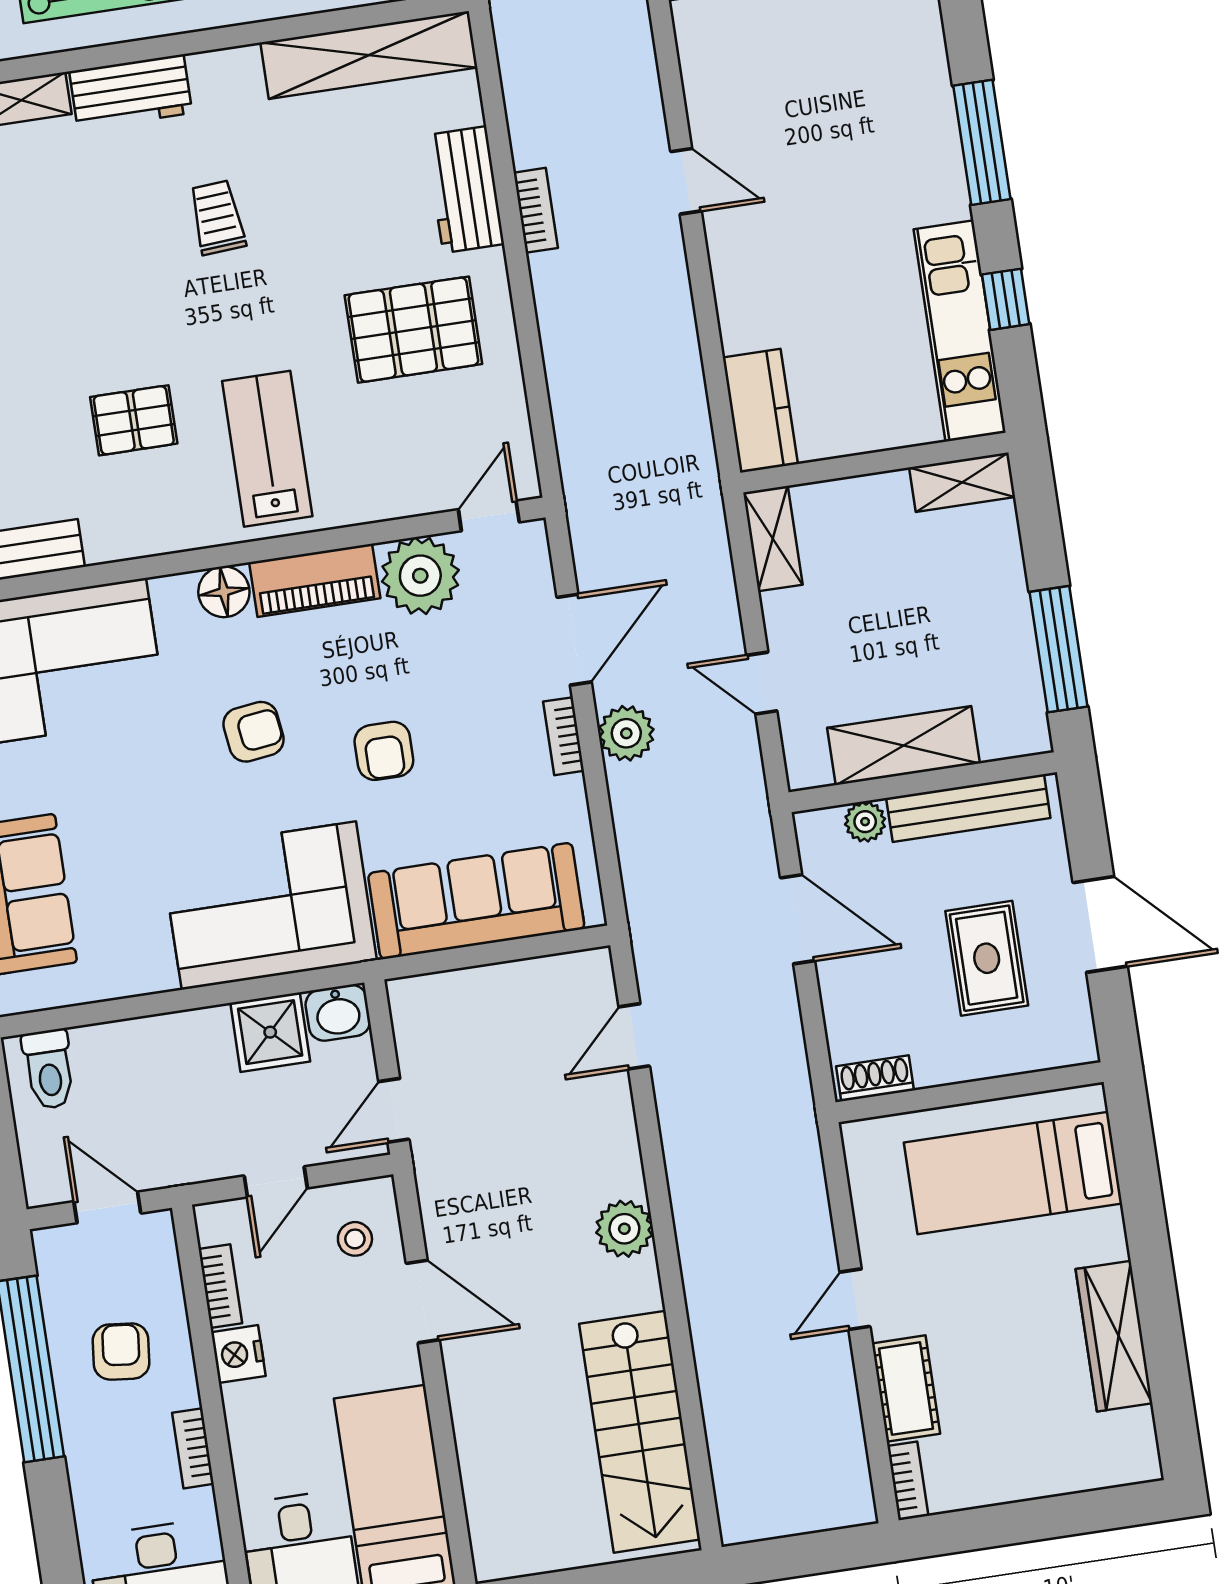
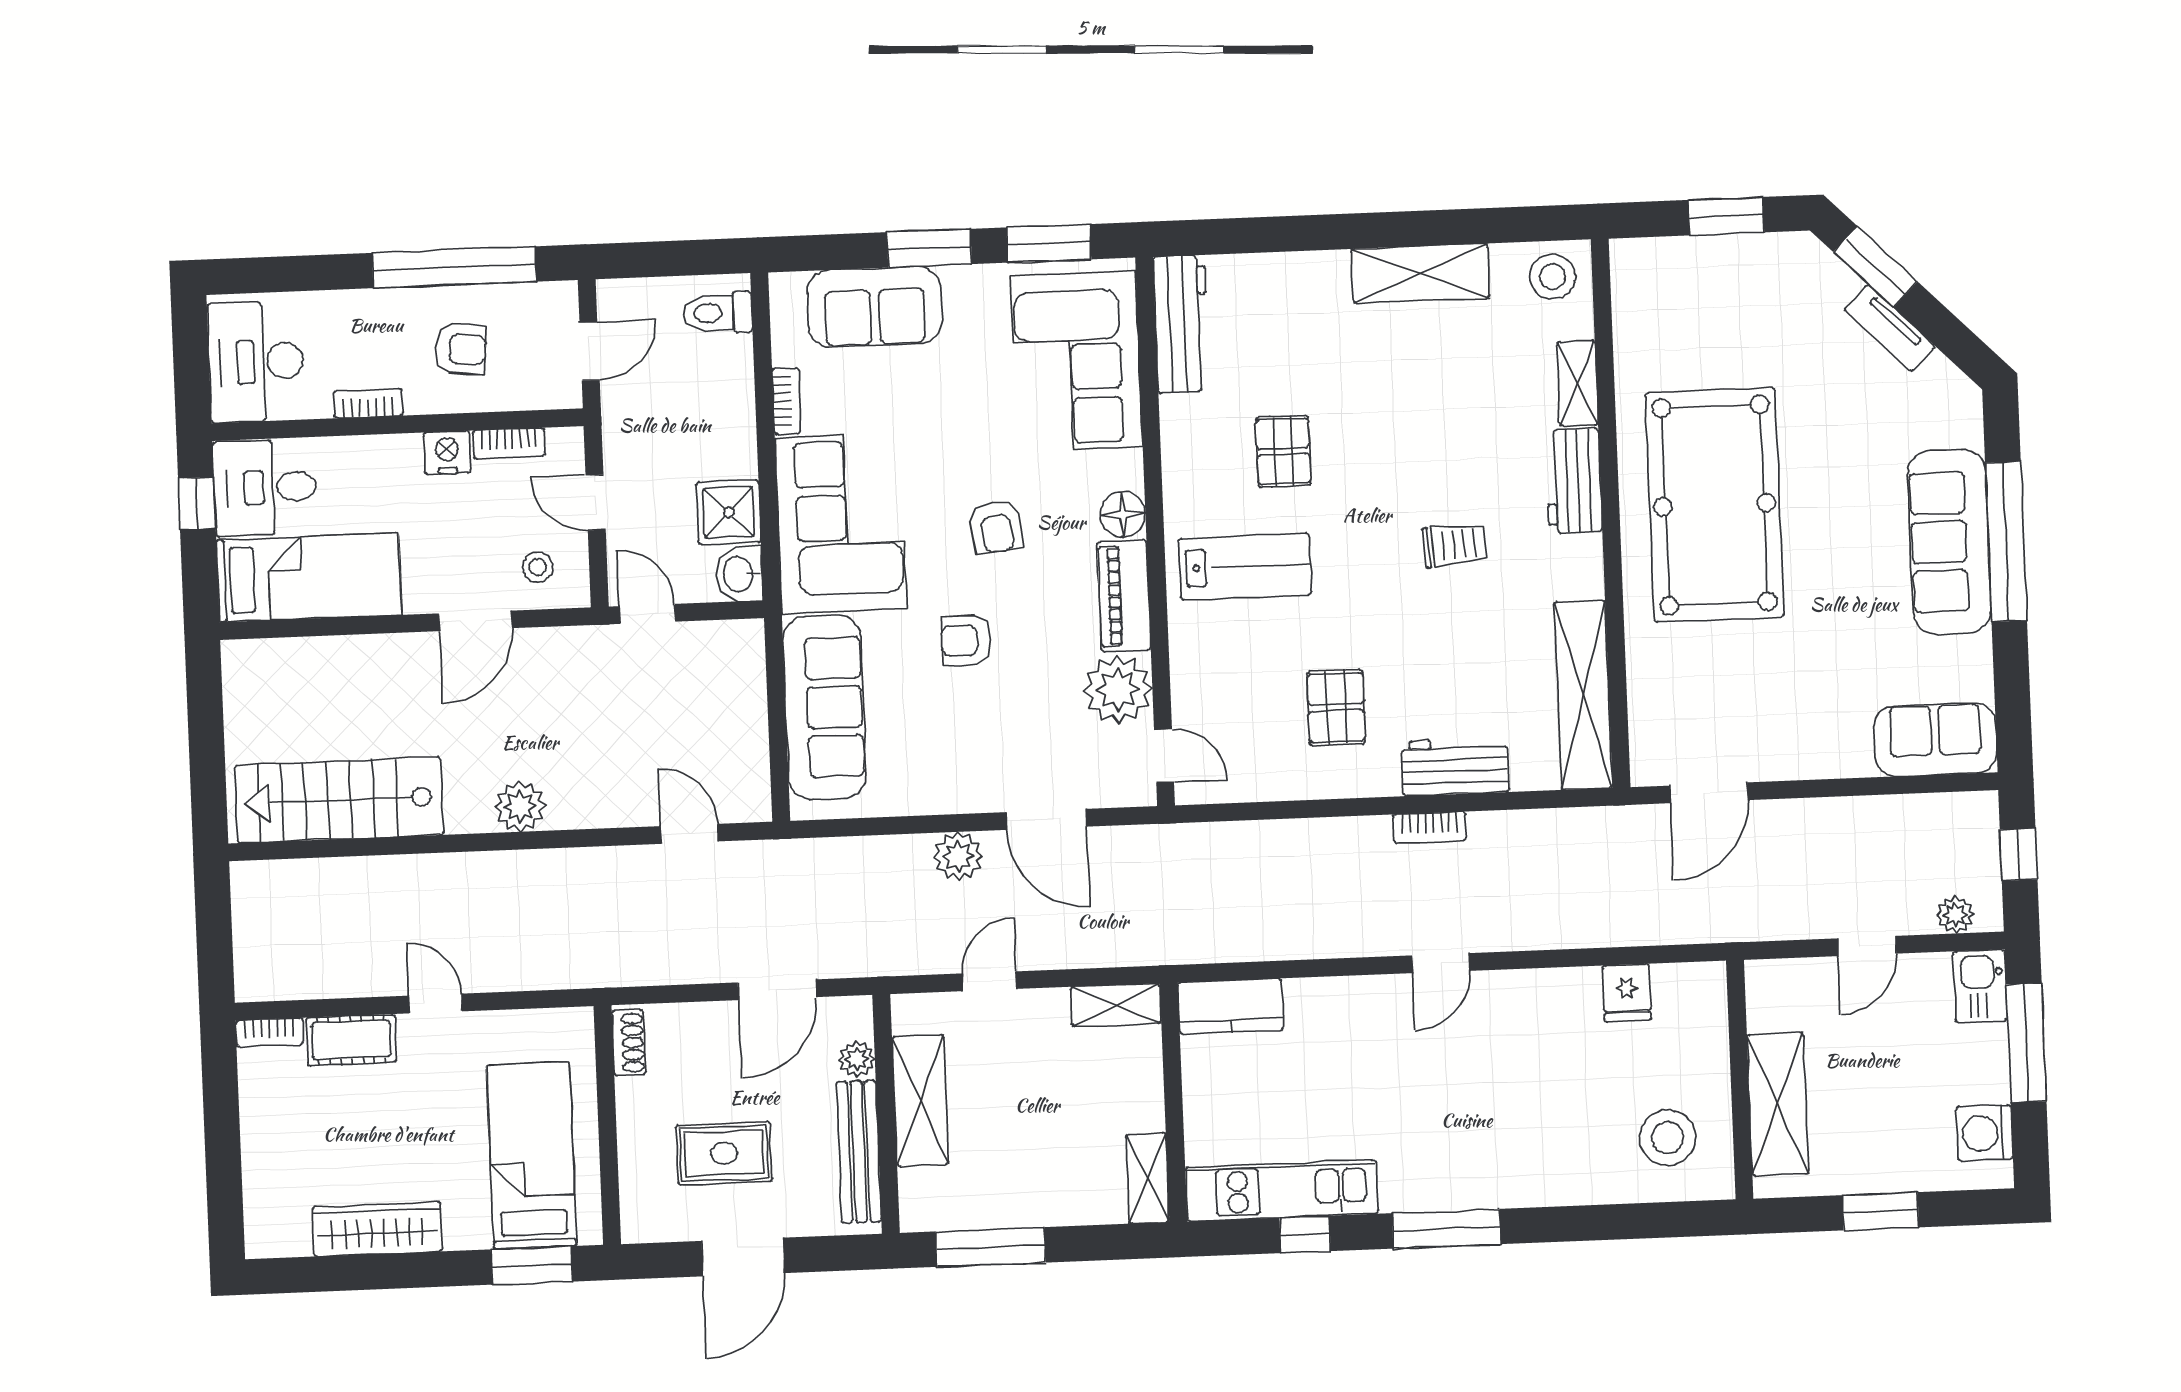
pallet: (413, 330) -> (1336, 708), width x0.67, depth x0.71
bookcase: (564, 736) -> (786, 401), moved, turned 90
window: (1136, 1159) -> (532, 1265), added

